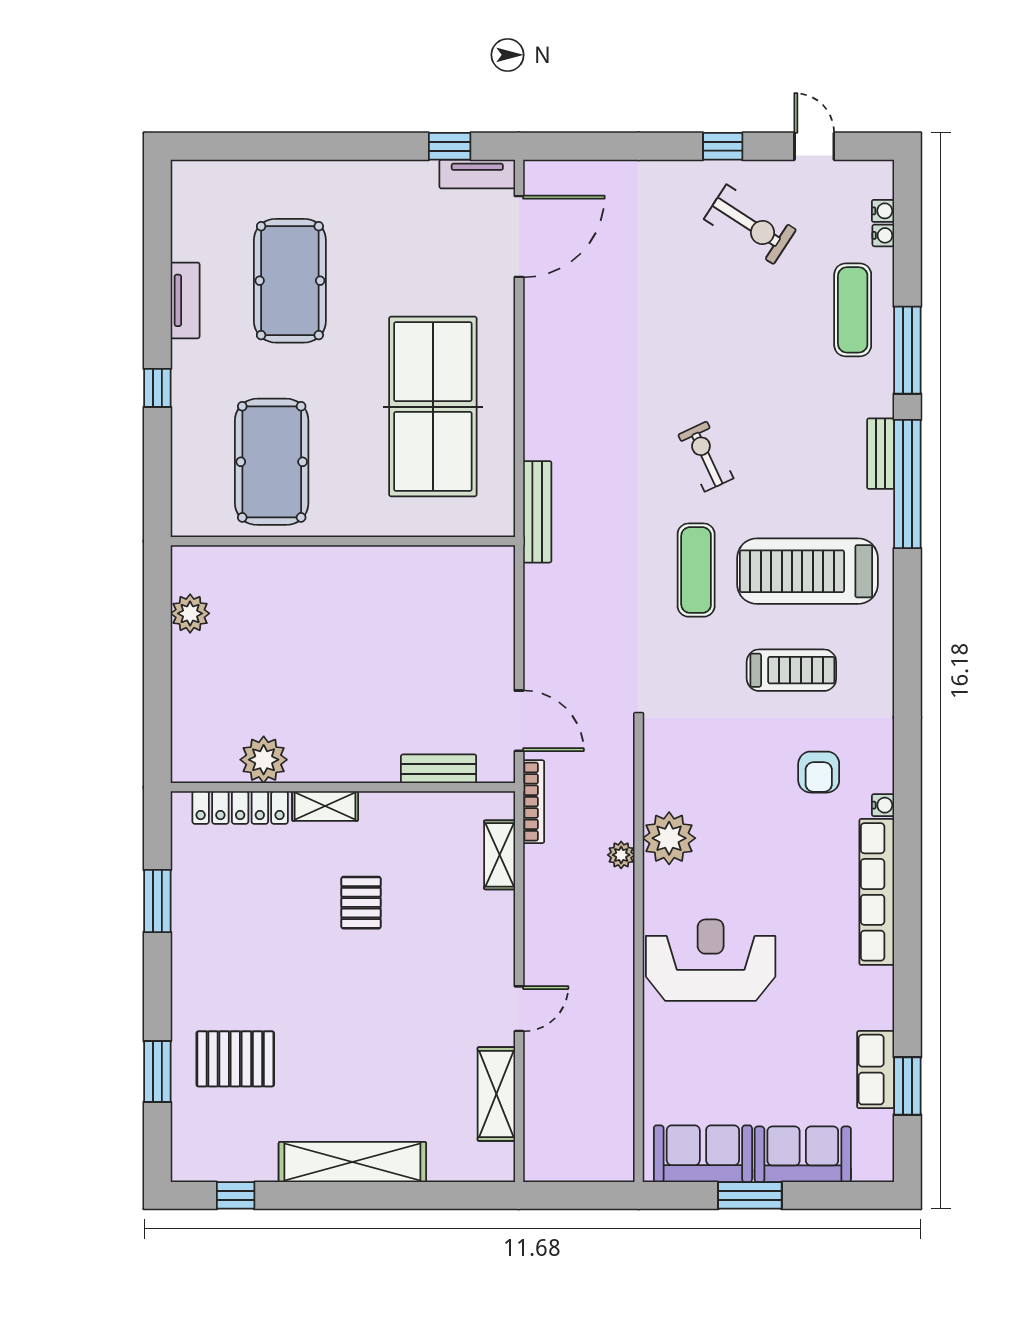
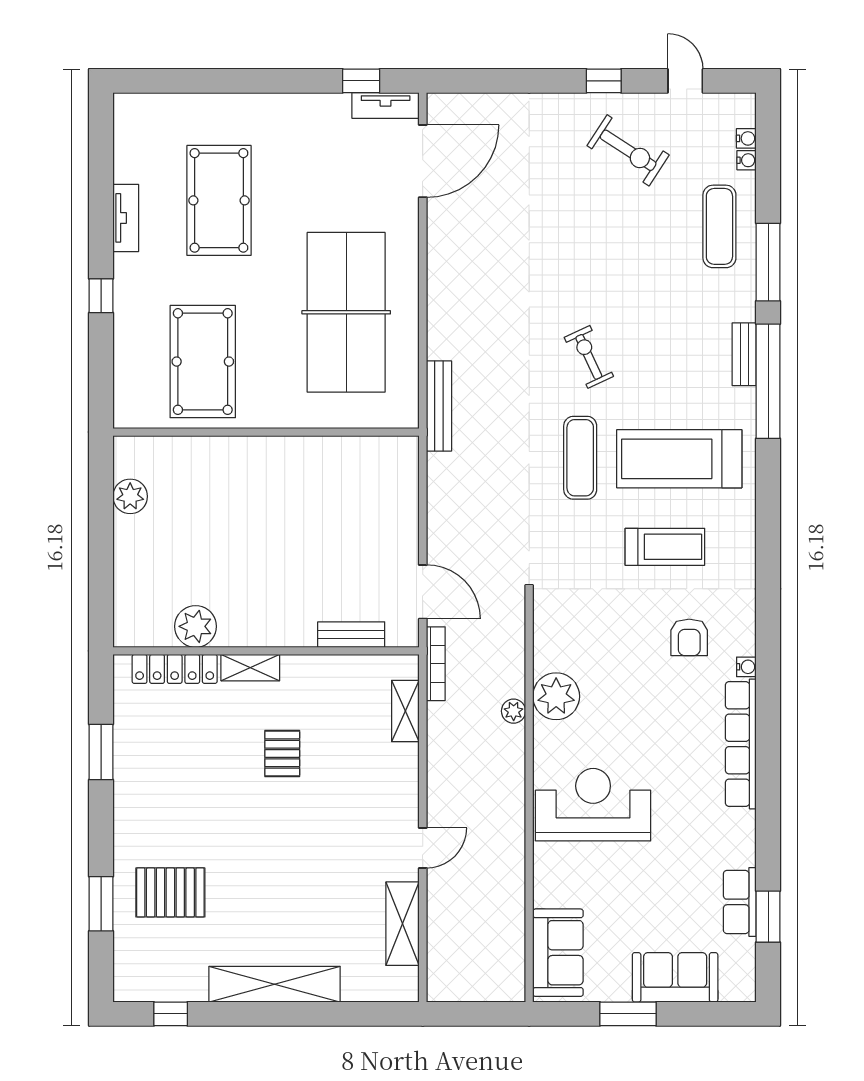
sofa: (703, 1154) -> (558, 953), moved, turned 90

